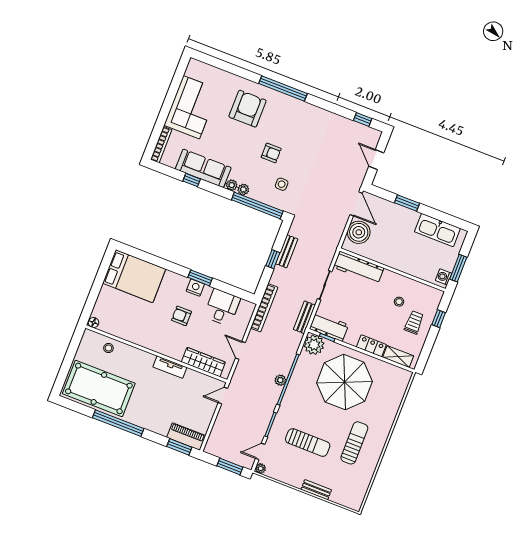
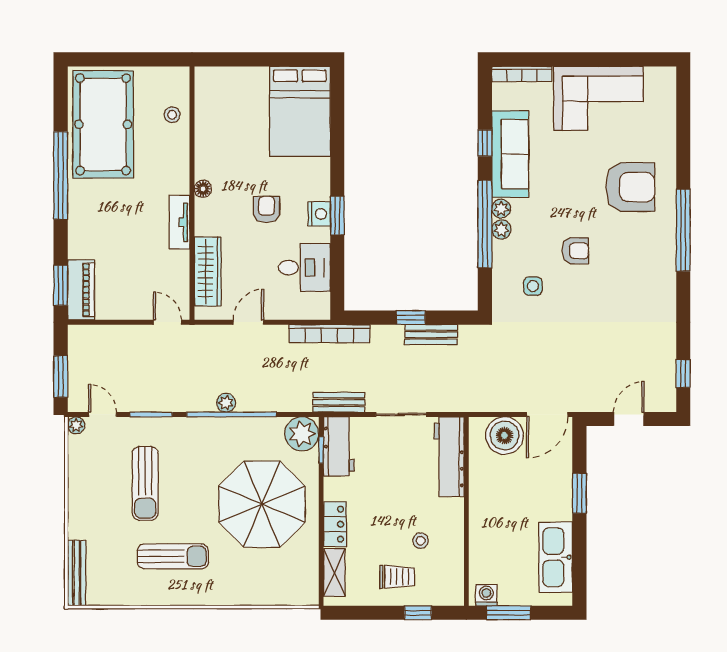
armchair: (271, 153) -> (575, 251), turned -90
window: (257, 206) -> (485, 224), moved
floor lamp: (94, 323) -> (203, 189), moved
bench: (316, 490) -> (77, 573), moved, width x1.36

